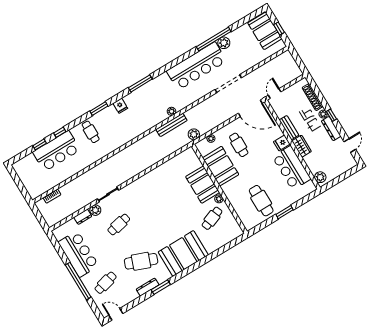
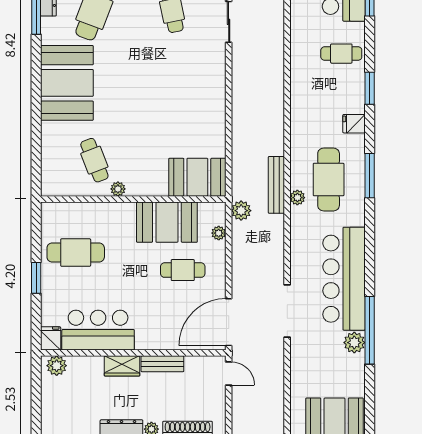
cafe table: (154, 102) -> (329, 179), added
fridge: (282, 143) -> (51, 338), moved
booth: (203, 185) -> (197, 177), moved

